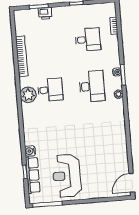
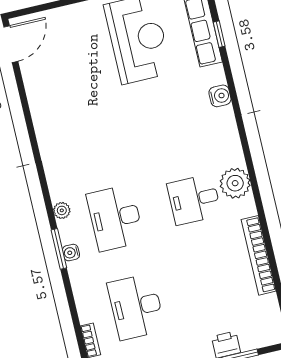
desk: (88, 39) -> (136, 307), width x1.37
water cooler: (30, 151) -> (220, 96), moved

